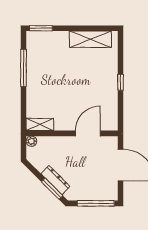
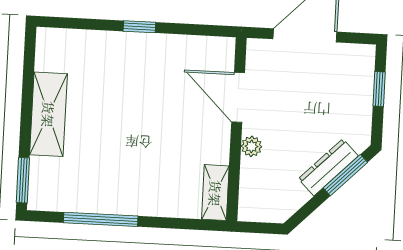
shelving: (90, 39) -> (48, 114), moved
plant: (31, 141) -> (251, 146), moved
window: (96, 203) -> (379, 89), width x0.46

